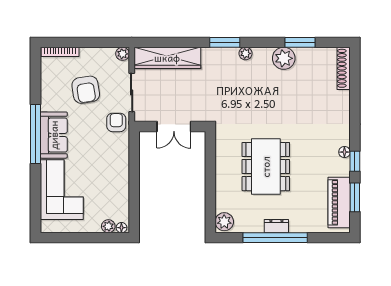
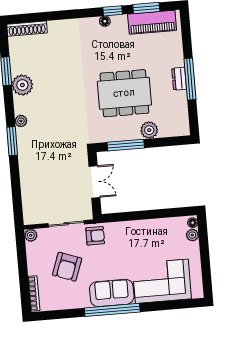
wardrobe: (167, 58) -> (31, 193), removed
armchair: (86, 90) -> (67, 267), turned 119
armchair: (116, 122) -> (95, 236), turned 180
window: (210, 163) -> (126, 145), added
plant: (224, 222) -> (149, 130), moved
window: (275, 238) -> (190, 79), width x0.68

